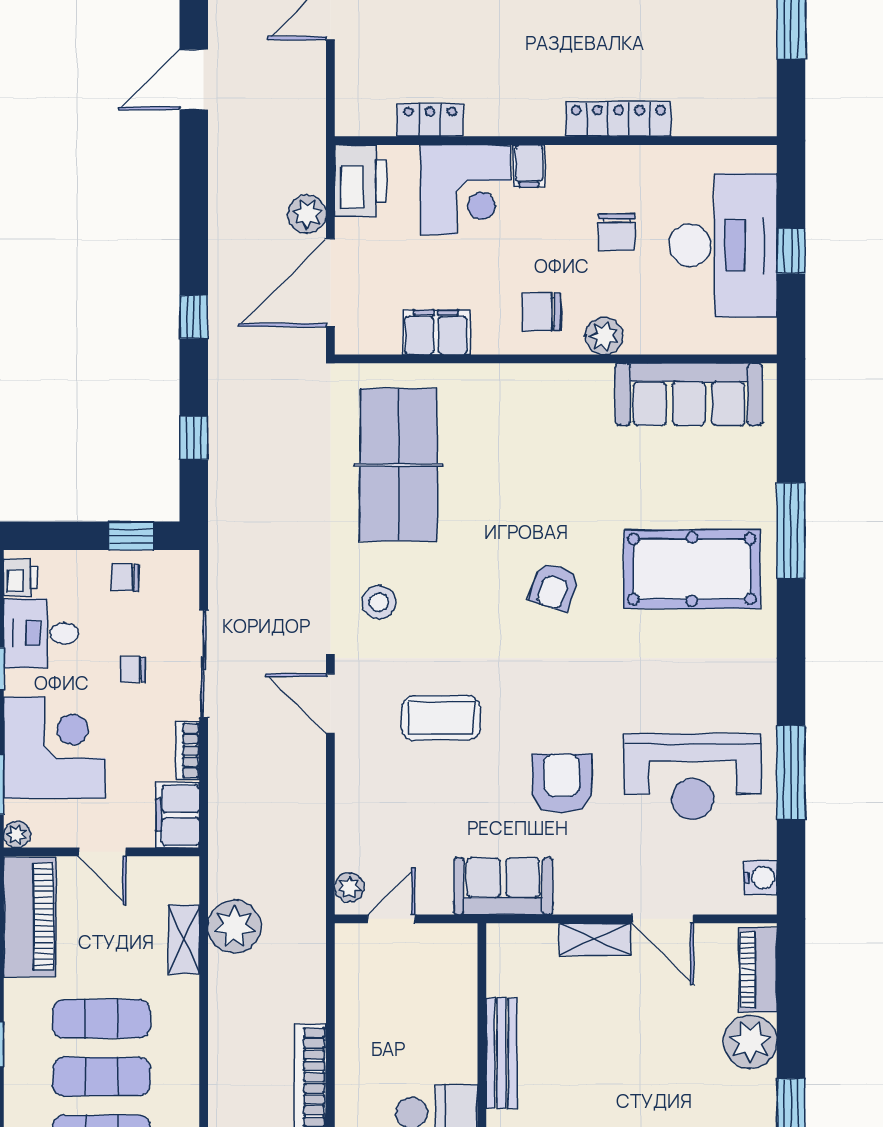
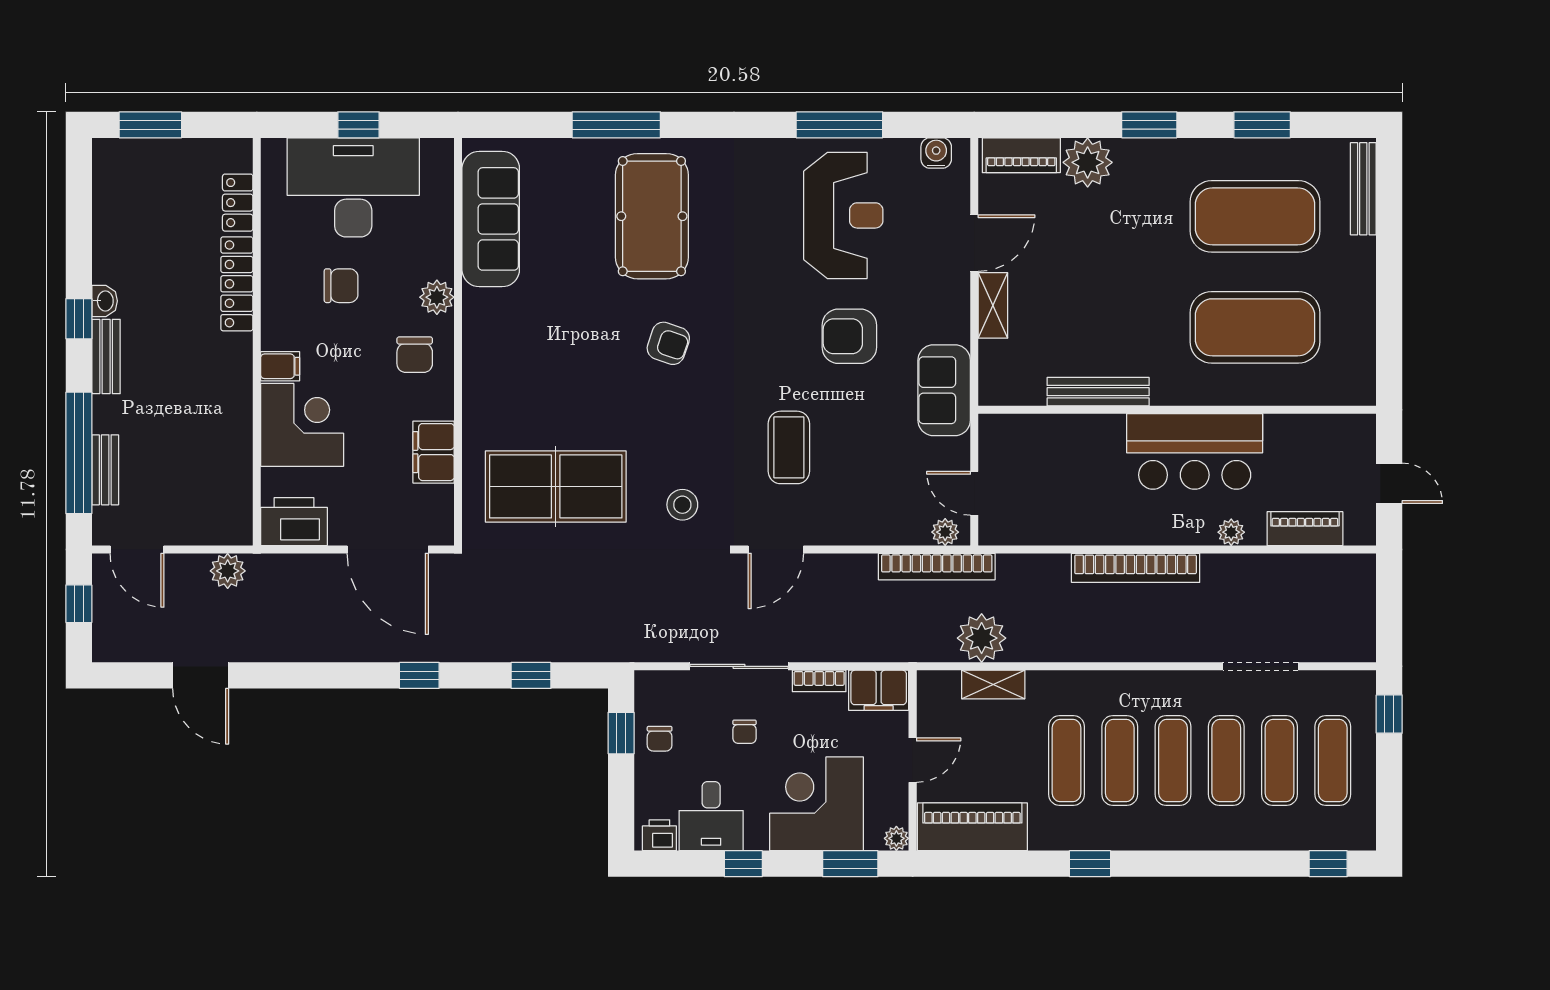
locker: (430, 120) -> (238, 203), moved
plant: (307, 214) -> (228, 571), moved
bookcase: (312, 878) -> (937, 567), added

